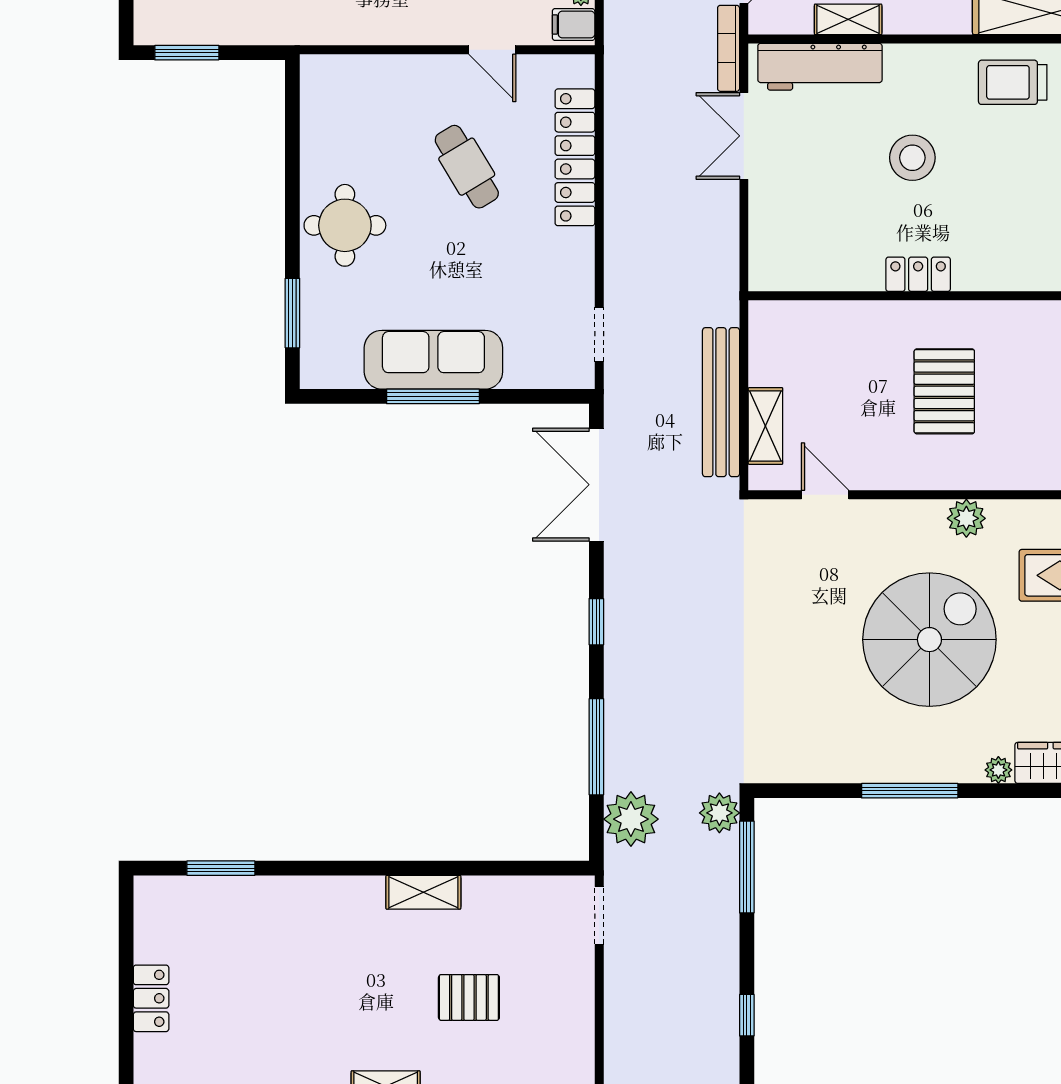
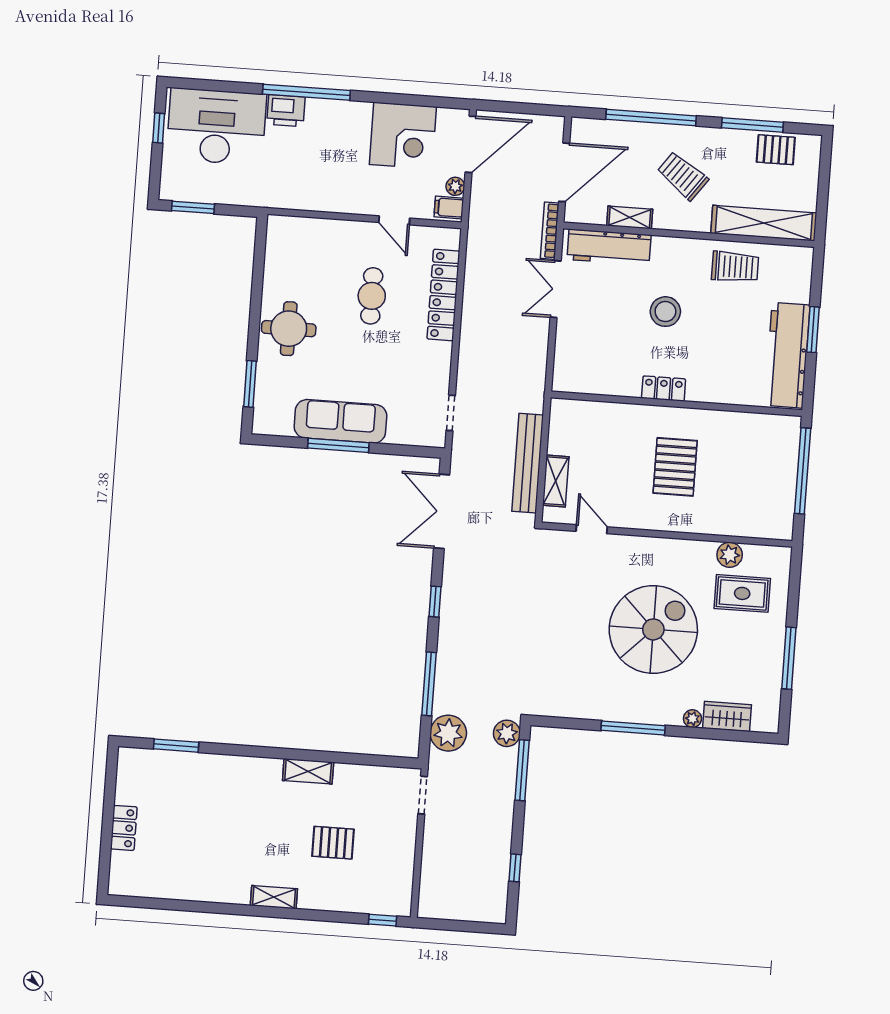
trolley: (1013, 82) -> (735, 267), turned 180
cafe table: (467, 167) -> (372, 296), turned 31
plant: (966, 518) -> (730, 555), moved

